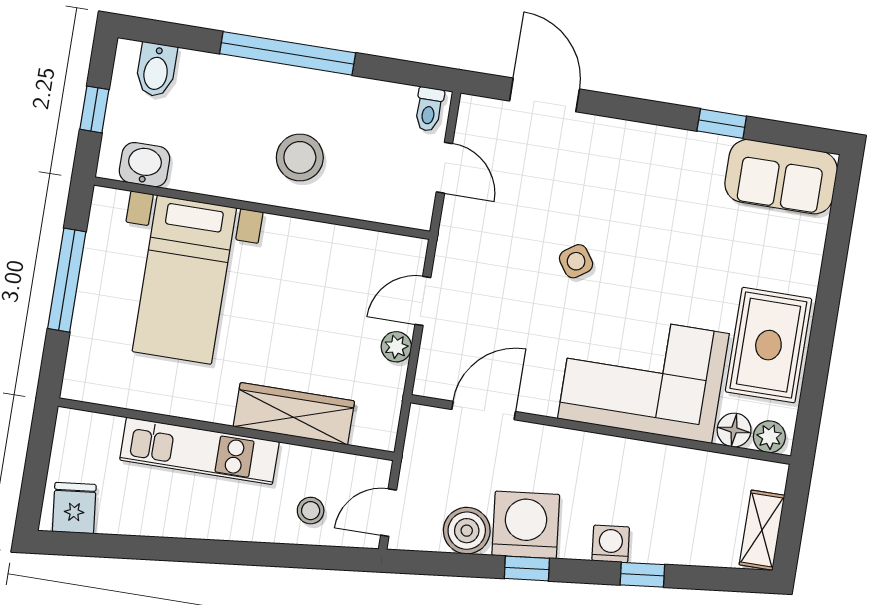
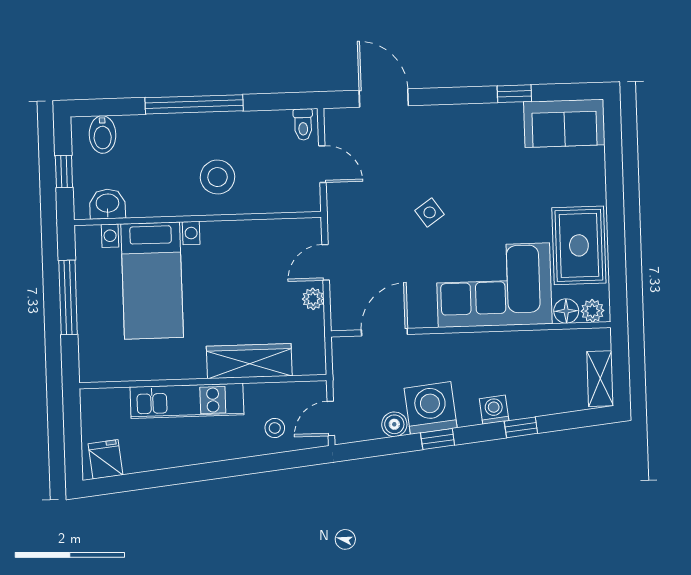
boiler: (467, 531) -> (394, 424), width x0.73, depth x0.73

